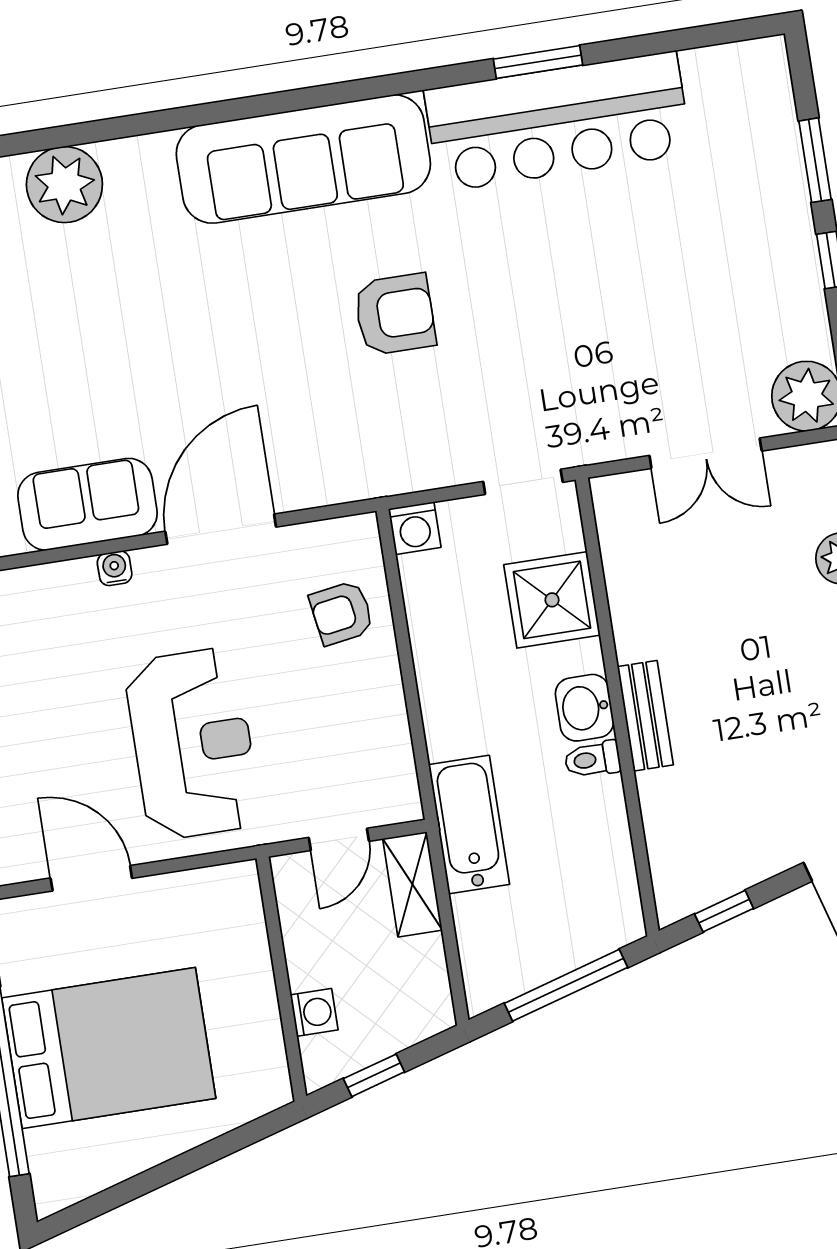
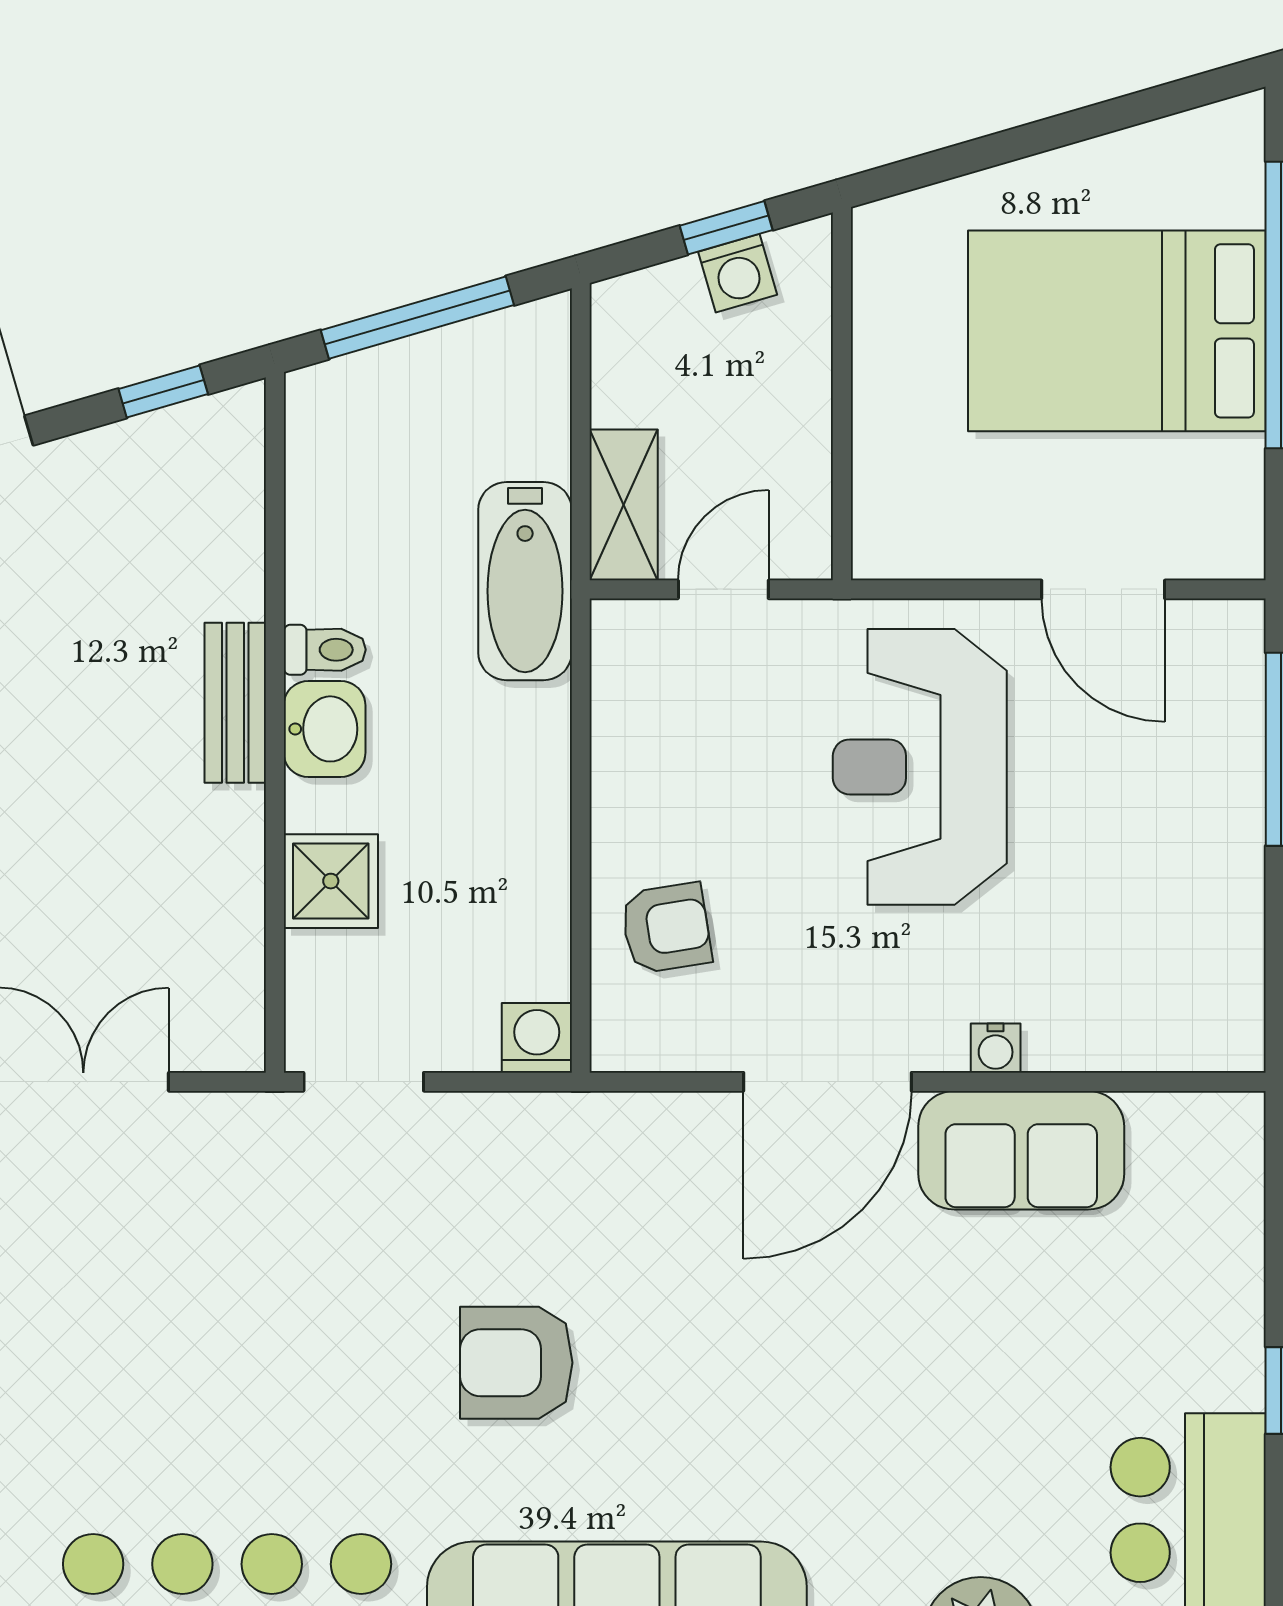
shower: (552, 600) -> (331, 881), width x0.73, depth x0.73
washing machine: (314, 1012) -> (738, 273), moved, turned -106

